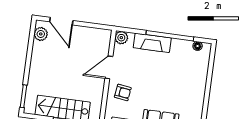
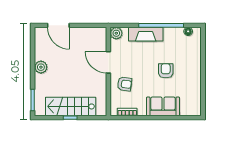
plant: (41, 34) -> (41, 67), moved
door: (109, 67) -> (108, 62), hinge flipped
armchair: (168, 84) -> (166, 71), added

